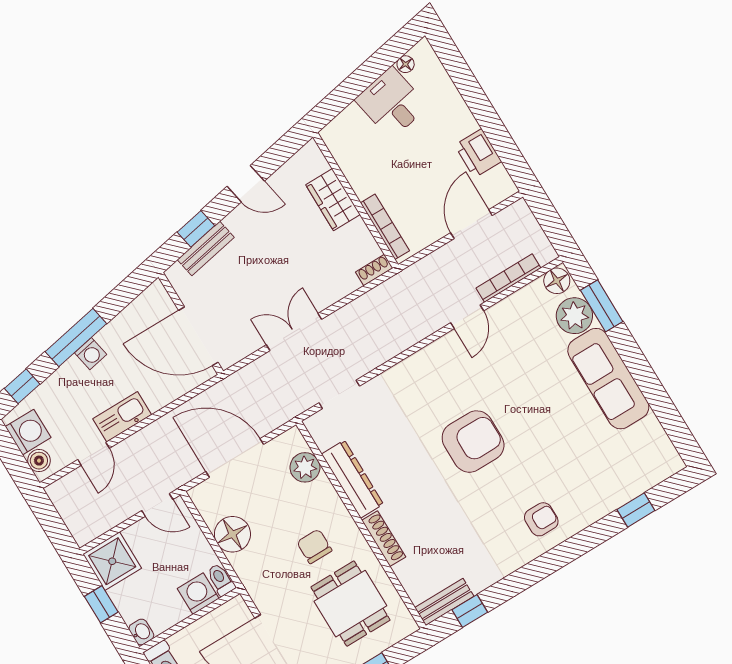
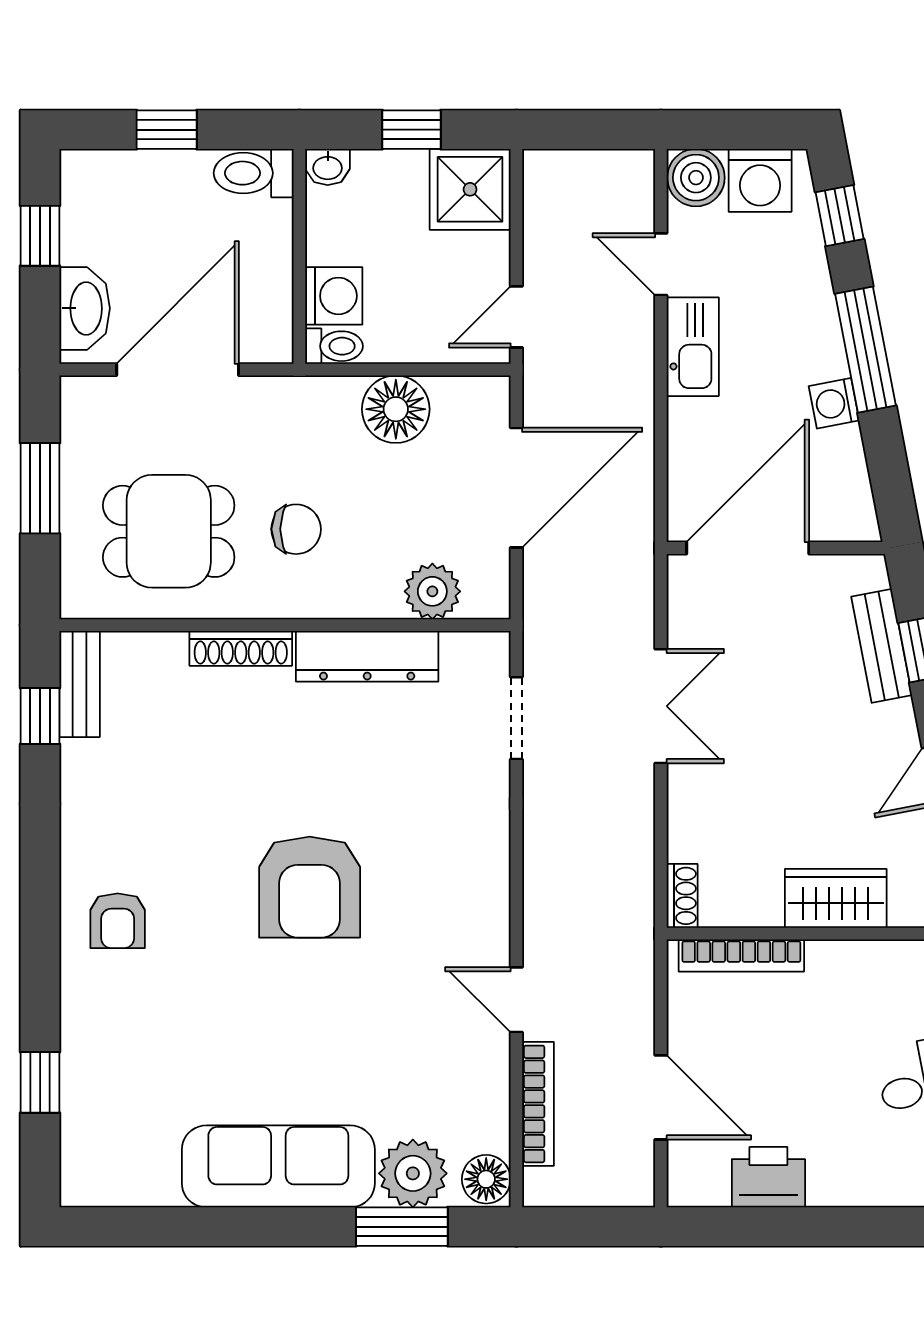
washing machine: (91, 354) -> (834, 403), moved
boiler: (39, 461) -> (696, 178), width x1.36, depth x1.36

